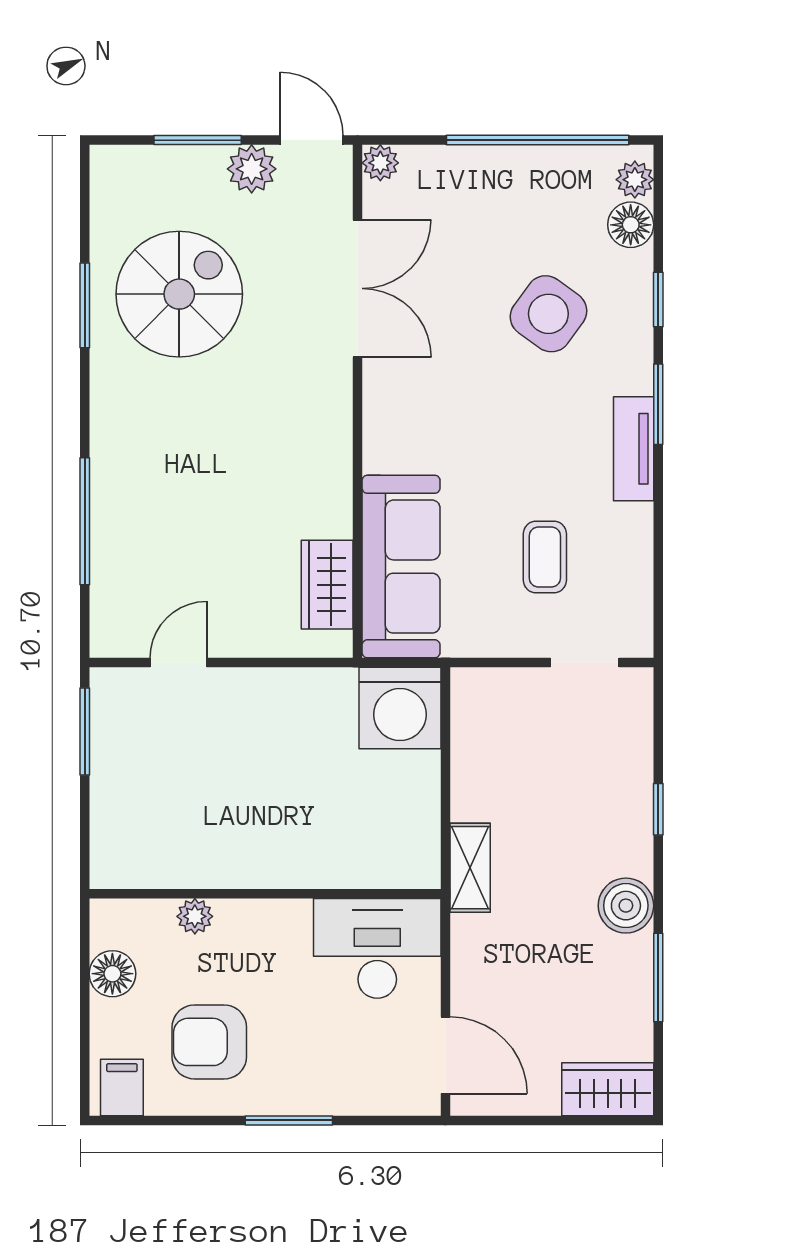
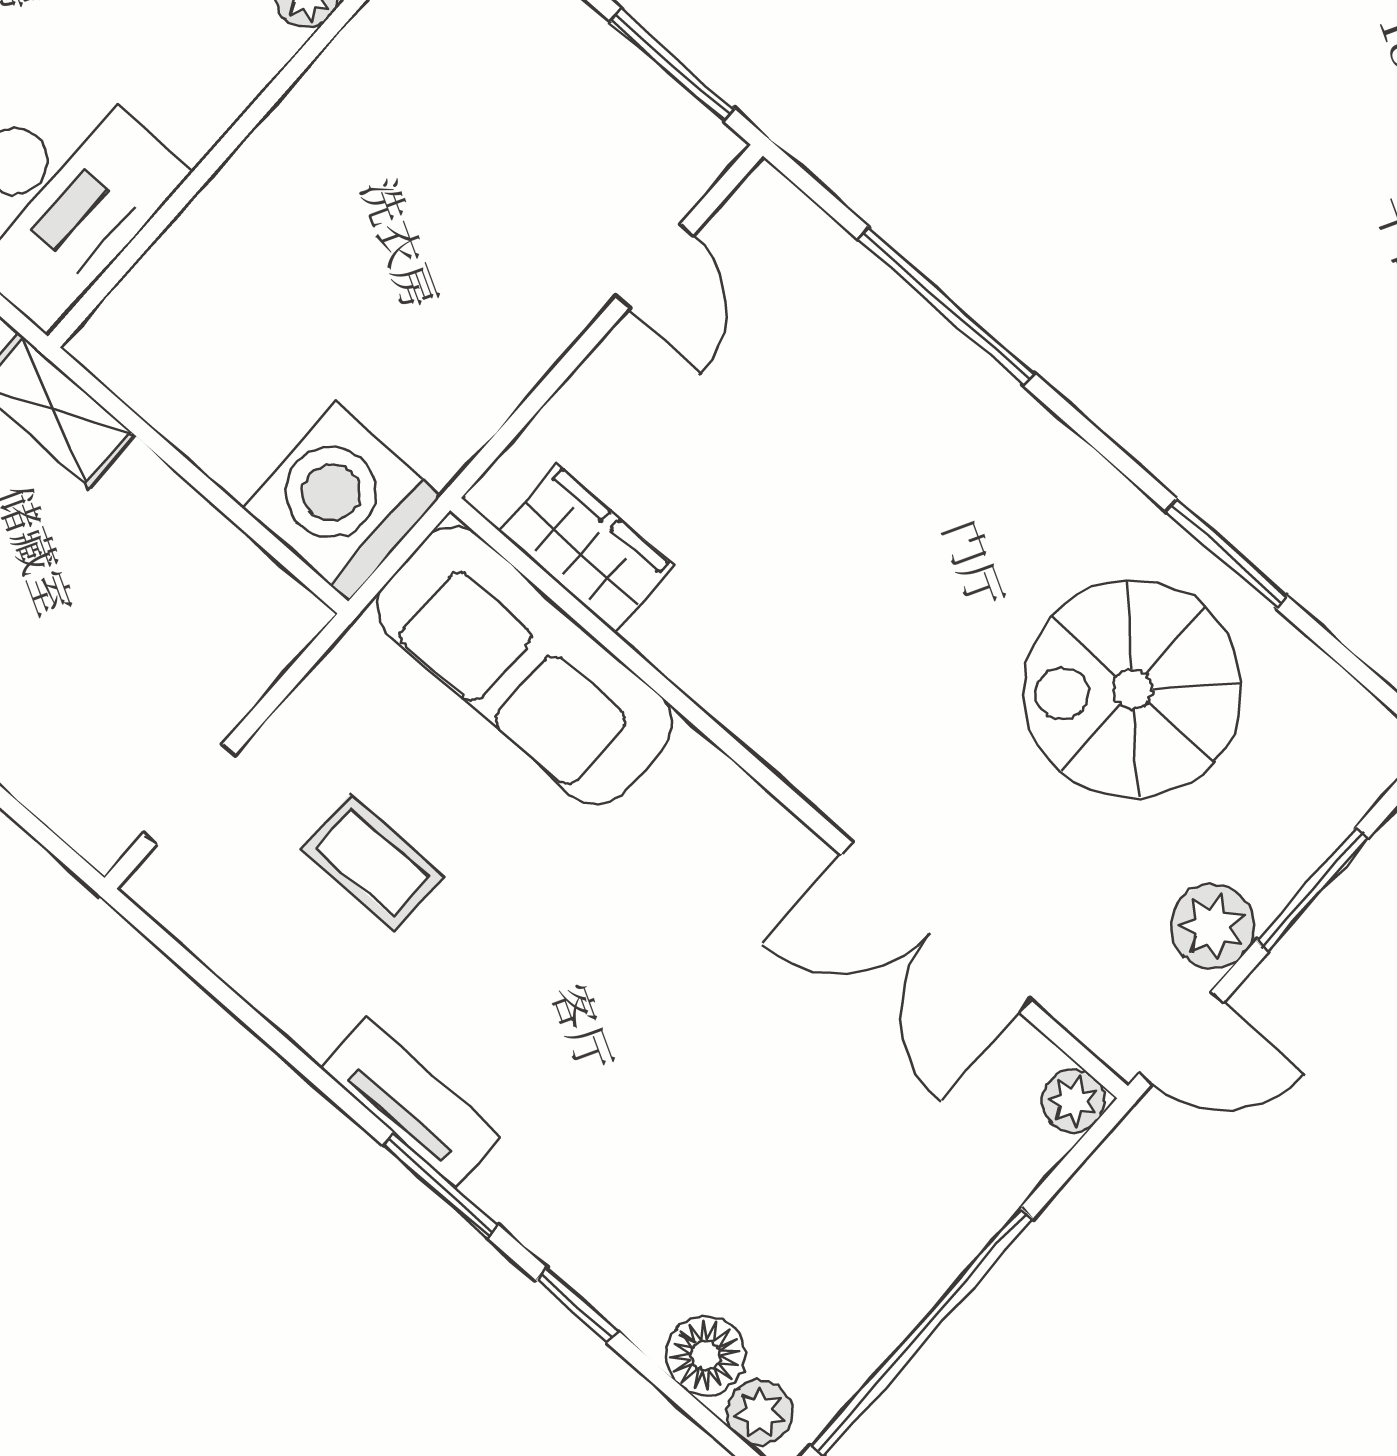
spiral stairs: (179, 294) -> (1133, 689), turned 90
side table: (548, 314) -> (684, 1146), removed

